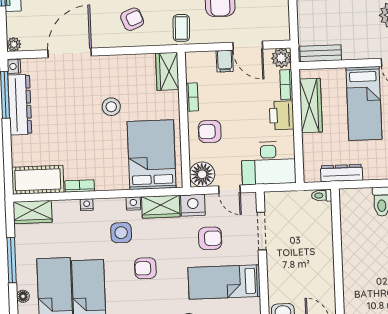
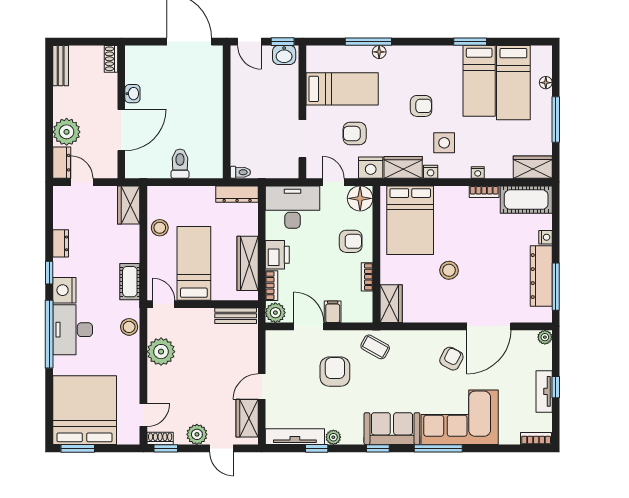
armchair: (132, 19) -> (451, 359), moved, turned 140
coffee table: (181, 28) -> (375, 347), turned -63
nightstand: (14, 66) -> (546, 237), moved
dresser: (342, 173) -> (237, 194), moved

